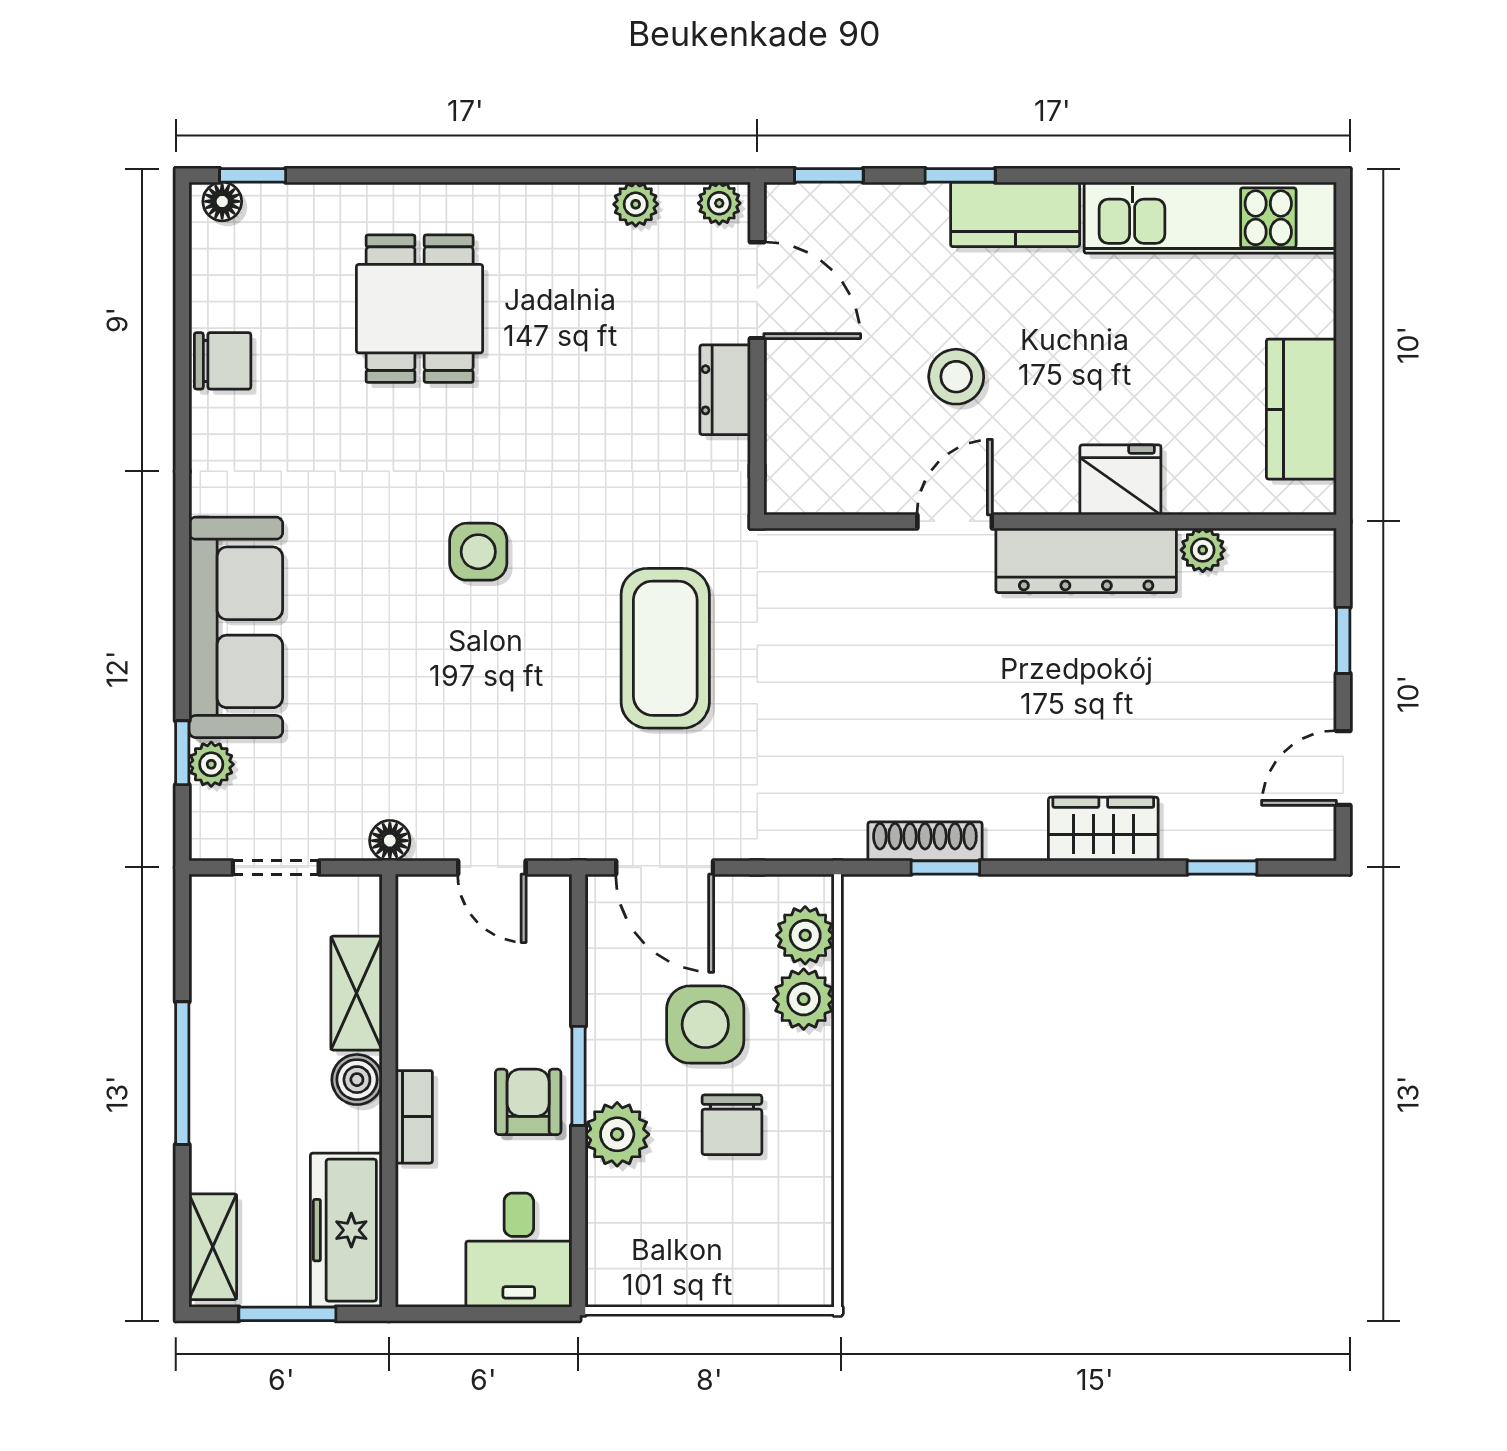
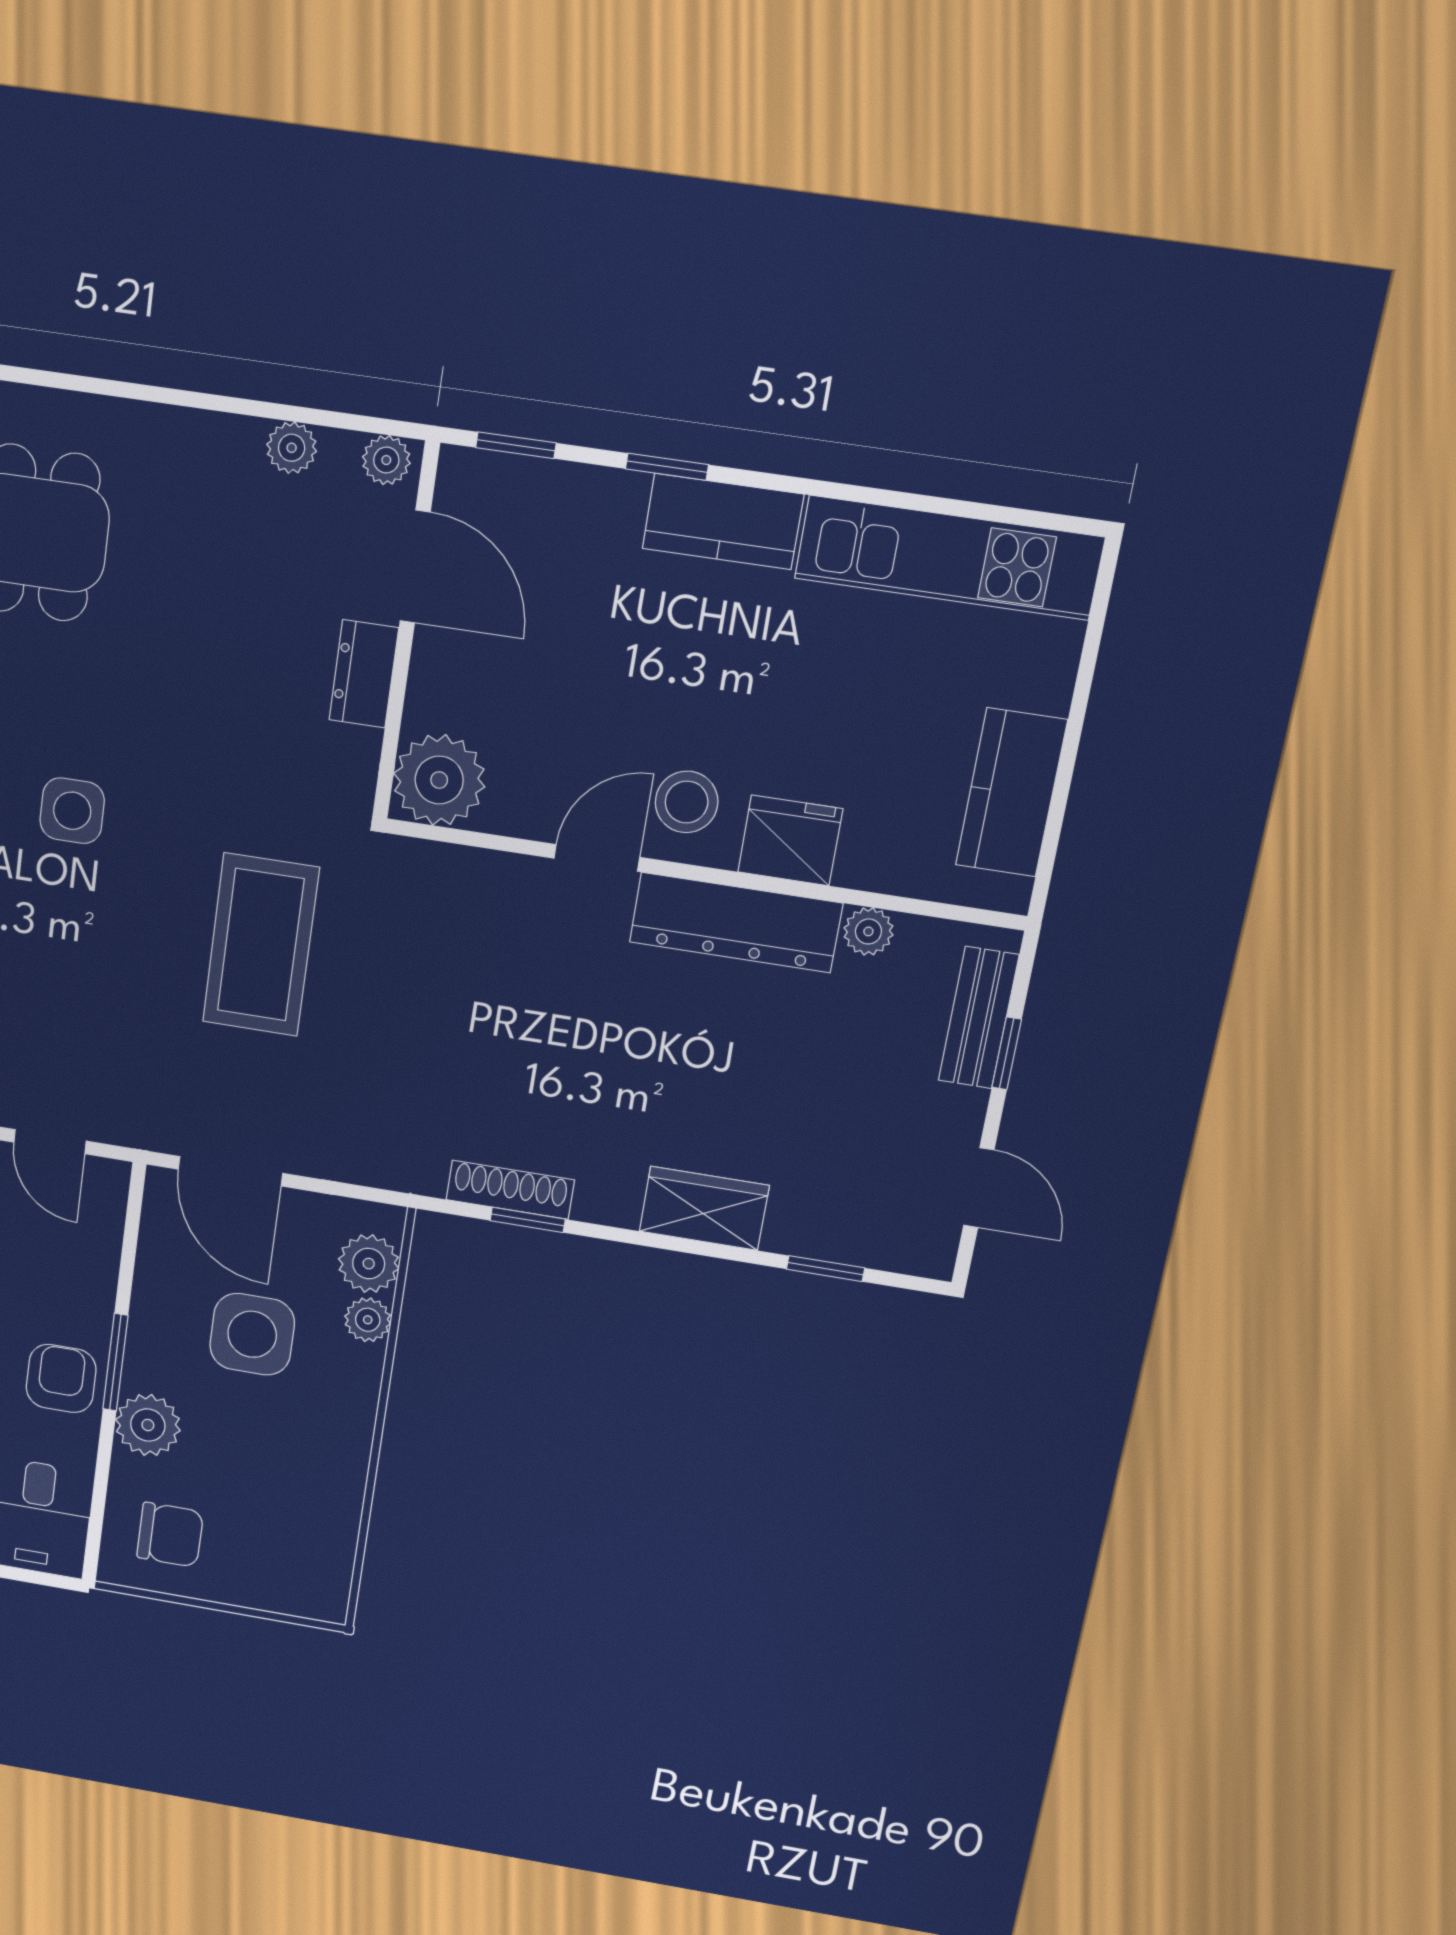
stool: (956, 377) -> (687, 802), moved
plant: (805, 473) -> (439, 780), added
bench: (1313, 612) -> (979, 1018), added
door: (1343, 768) -> (979, 1188), swing flipped
plant: (804, 999) -> (368, 1320), width x0.73, depth x0.73
chair: (732, 1125) -> (170, 1535), moved, turned -90

